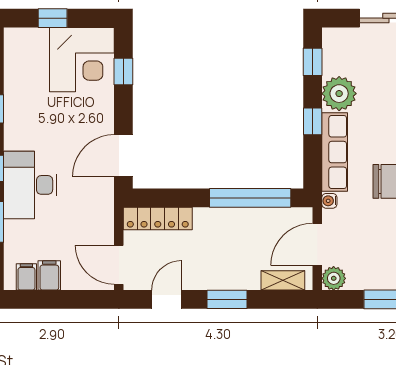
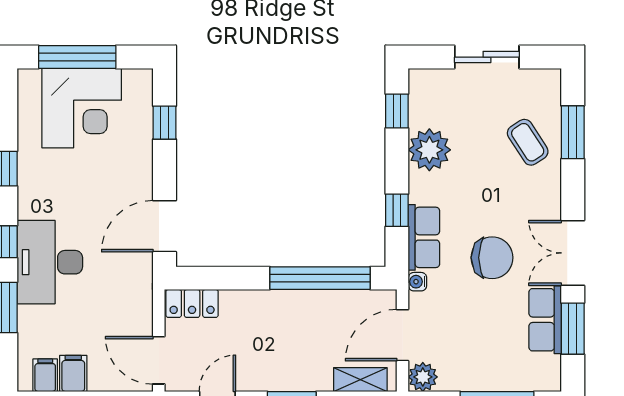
window: (53, 18) -> (77, 57), width x2.17
corner desk: (82, 60) -> (82, 108), moved
window: (313, 121) -> (397, 210), moved
row of seats: (335, 152) -> (424, 237), width x0.68
locker: (158, 219) -> (192, 303), width x0.66

